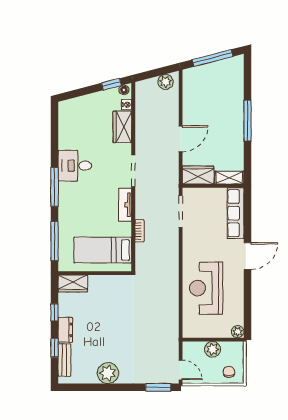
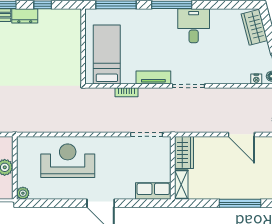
wardrobe: (122, 127) -> (254, 27), moved, turned -105
door: (181, 139) -> (241, 134), moved
row of seats: (236, 213) -> (153, 191), width x0.68
wardrobe: (73, 283) -> (73, 24), removed

